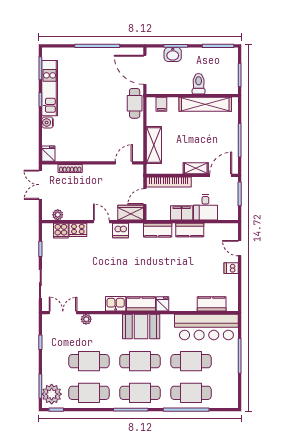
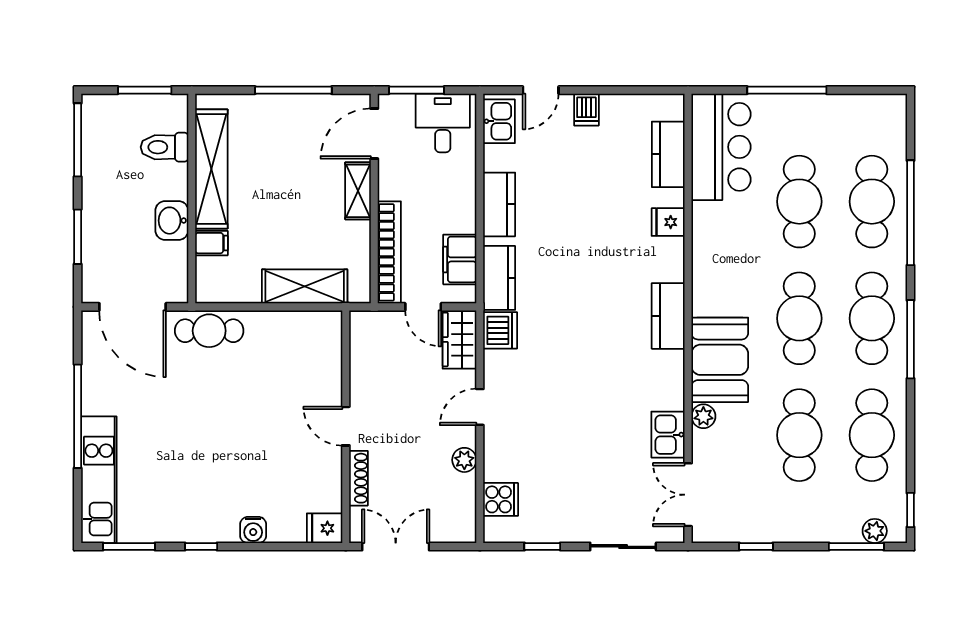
washbasin: (173, 54) -> (172, 221), moved, turned 180
door: (145, 70) -> (133, 307), hinge flipped
toilet: (199, 84) -> (164, 147), moved
kitchen unit: (50, 88) -> (99, 480), moved, turned 90
filing cabinet: (161, 104) -> (211, 243), moved
door: (124, 163) -> (346, 426), moved
door: (221, 175) -> (374, 134), hinge flipped
double door: (40, 185) -> (396, 547), swing flipped
desk: (205, 207) -> (443, 123), moved, turned -90
filing cabinet: (182, 213) -> (460, 259), moved
plant: (58, 215) -> (464, 460), moved
cooker: (78, 230) -> (499, 461), removed
dishwasher: (121, 230) -> (500, 330), moved
kitchen sink: (226, 230) -> (499, 121), added
kitchen sink: (116, 304) -> (668, 435), moved
fridge: (162, 304) -> (668, 222), moved
plant: (86, 319) -> (703, 416), moved
booth: (141, 326) -> (720, 360), moved
bar counter: (206, 327) -> (721, 147), width x0.73
plant: (52, 394) -> (875, 531), width x0.53, depth x0.53

